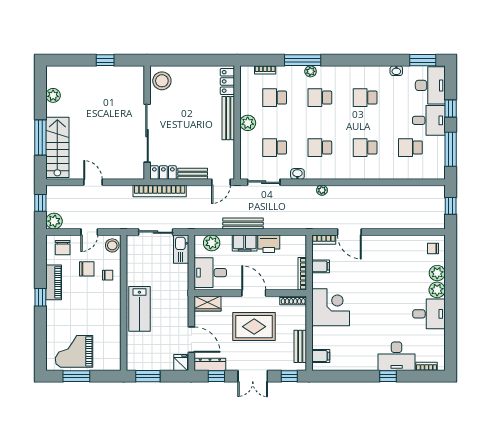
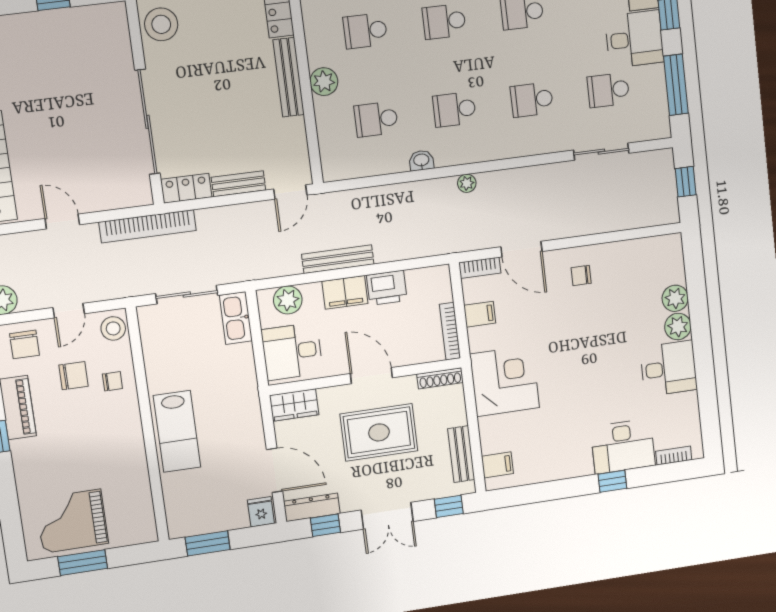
sliding door: (264, 182) -> (601, 152), moved
bookcase: (160, 191) -> (148, 226), moved
chair: (433, 248) -> (581, 275), moved

